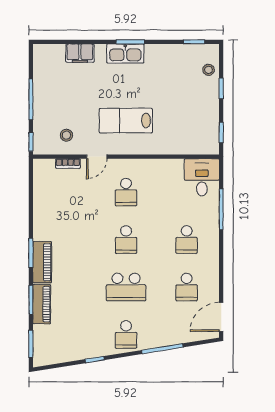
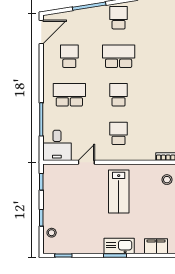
lab bench: (126, 121) -> (119, 191), turned 90
door: (97, 157) -> (86, 162), moved
school desk: (187, 240) -> (69, 95), width x1.85

